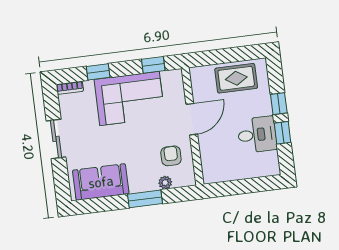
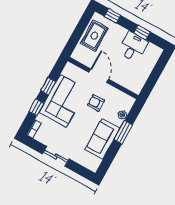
window: (153, 65) -> (48, 86), moved
window: (279, 104) -> (112, 16), moved
armchair: (171, 156) -> (96, 103), moved
sofa: (101, 182) -> (103, 139), moved

